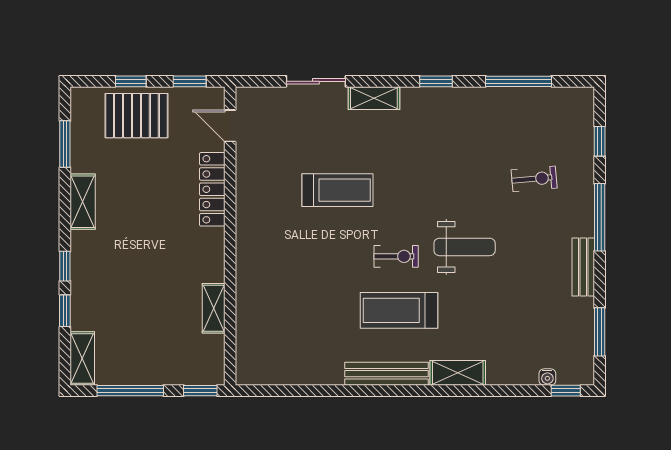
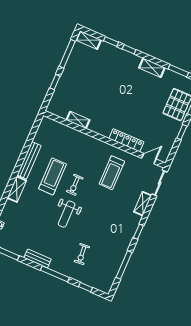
door: (230, 126) -> (149, 159), moved
locker: (212, 189) -> (126, 140), moved
wall: (230, 236) -> (104, 139), moved
shelving: (214, 308) -> (78, 120), moved

